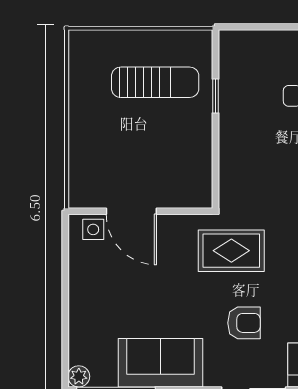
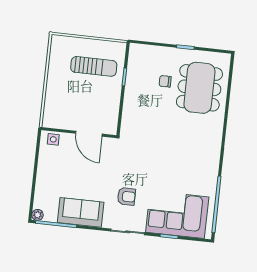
door: (131, 211) -> (89, 134), moved
rug: (231, 251) -> (124, 158), removed

